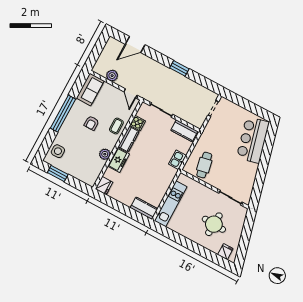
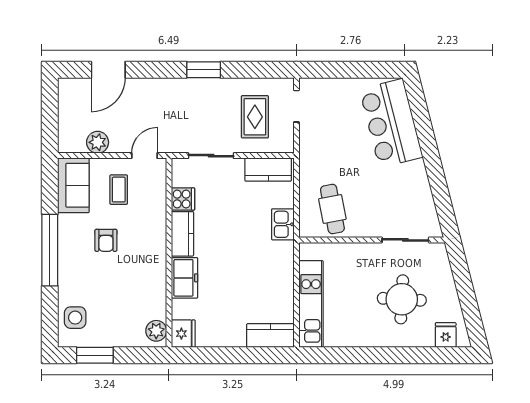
door: (130, 93) -> (144, 156), swing flipped
rug: (191, 103) -> (255, 117), added
coffee table: (116, 126) -> (119, 190), moved
plant: (105, 154) -> (156, 331), moved

